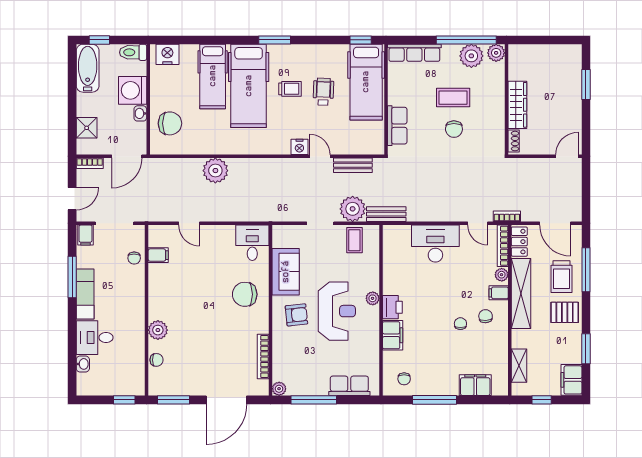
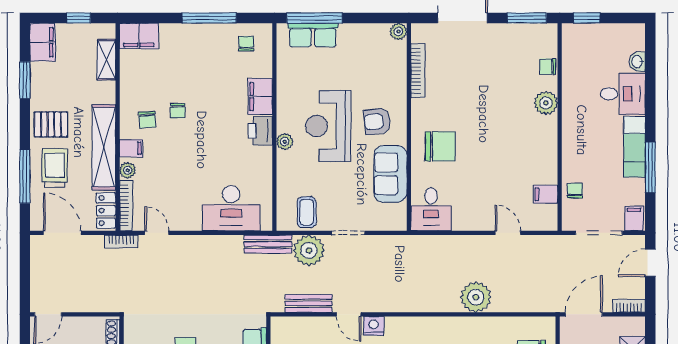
desk: (435, 244) -> (231, 208), moved
filing cabinet: (475, 385) -> (139, 36), moved
window: (314, 400) -> (315, 18), moved

